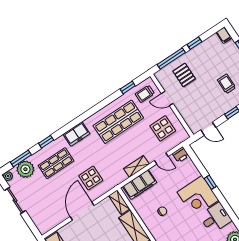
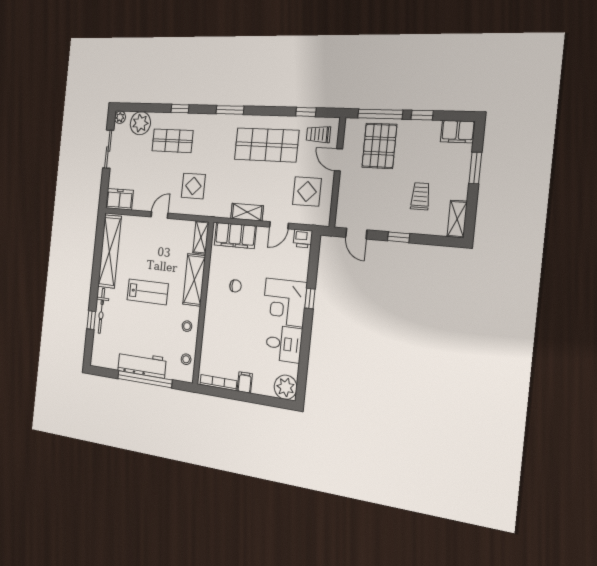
filing cabinet: (224, 35) -> (458, 132), width x2.00
pallet: (184, 75) -> (379, 146), width x1.50, depth x1.42
freezer: (76, 134) -> (119, 199), moved, turned 180
window: (21, 158) -> (230, 110), moved
door: (161, 158) -> (279, 225), hinge flipped
door: (82, 211) -> (160, 215), width x0.53

